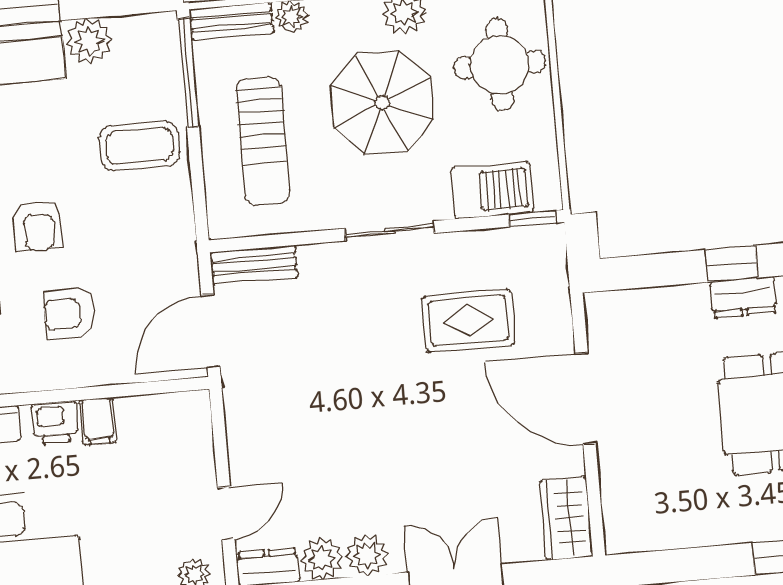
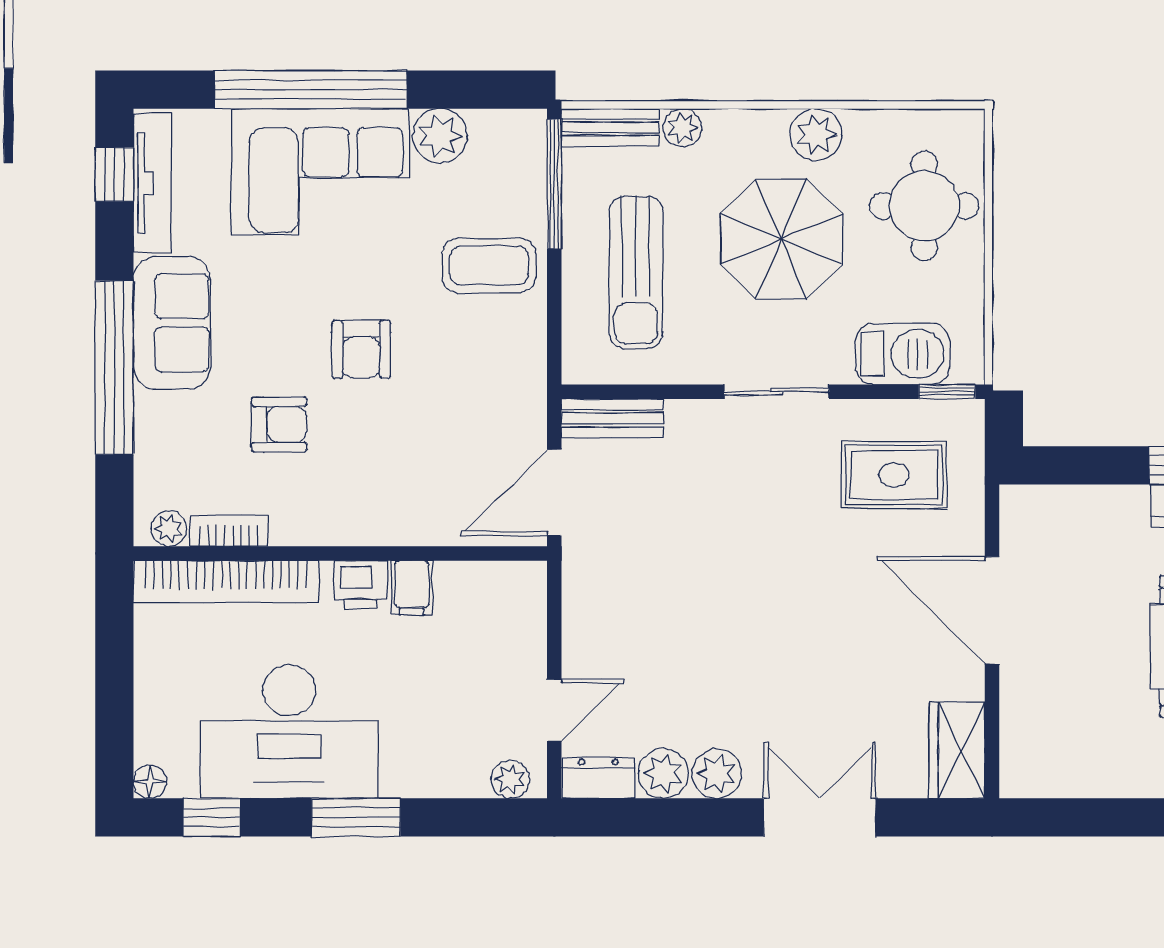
armchair: (69, 314) -> (389, 457), removed
rug: (468, 321) -> (894, 475), moved

